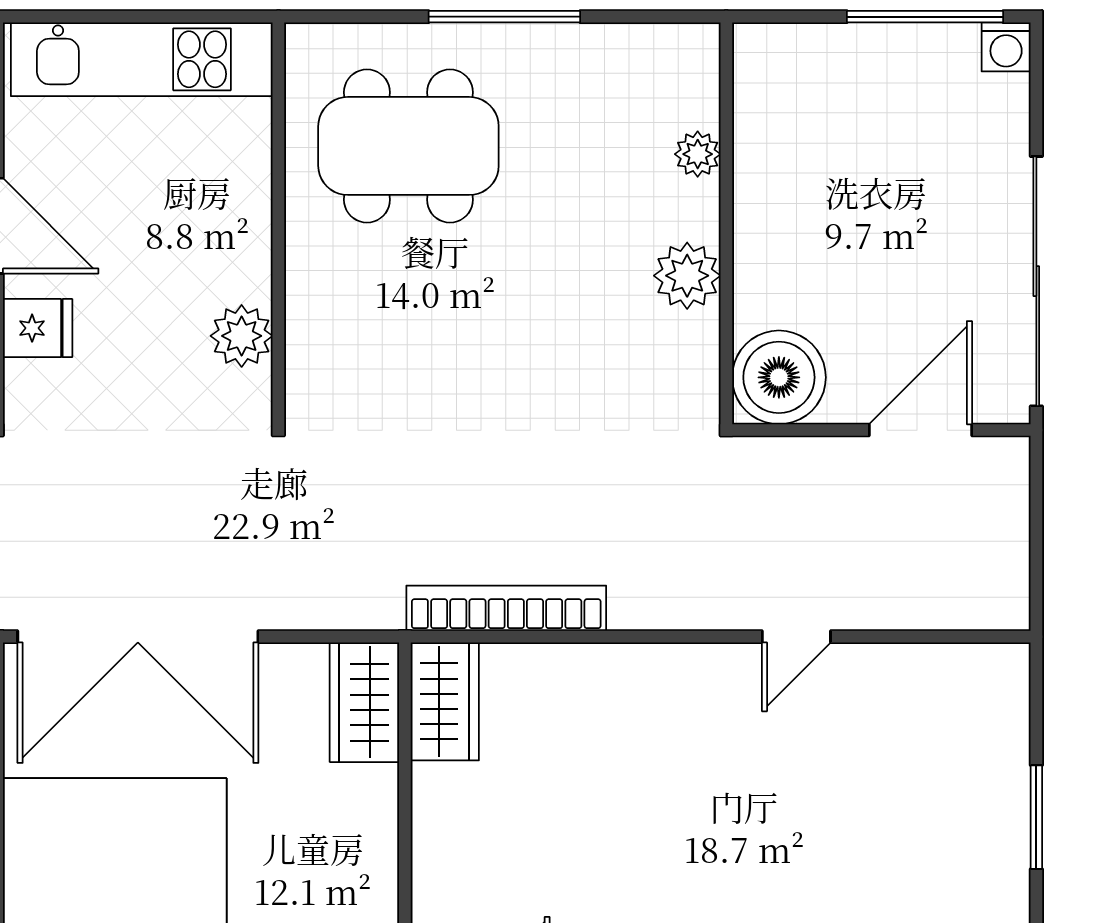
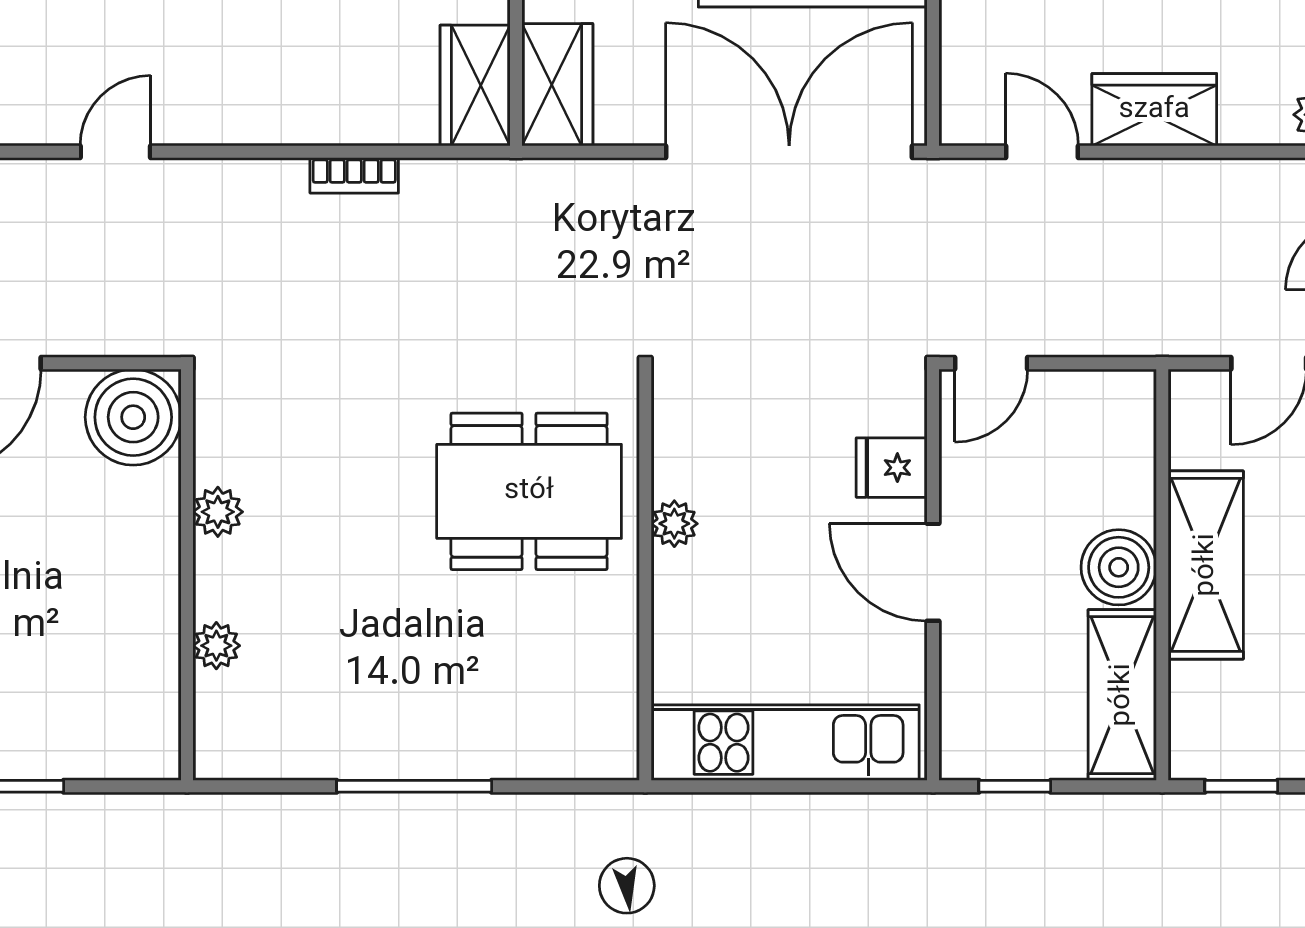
dining table: (408, 146) -> (529, 491), moved
plant: (687, 276) -> (218, 512), width x0.73, depth x0.73
plant: (242, 336) -> (674, 524), moved, width x0.73, depth x0.73
bookcase: (506, 608) -> (354, 175), width x0.43, depth x0.76

